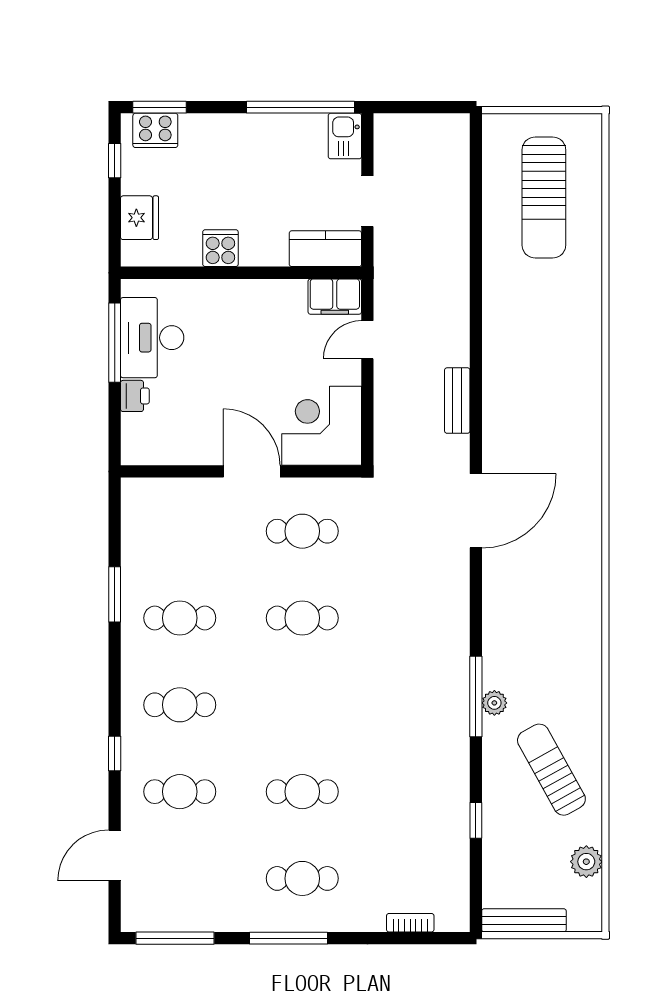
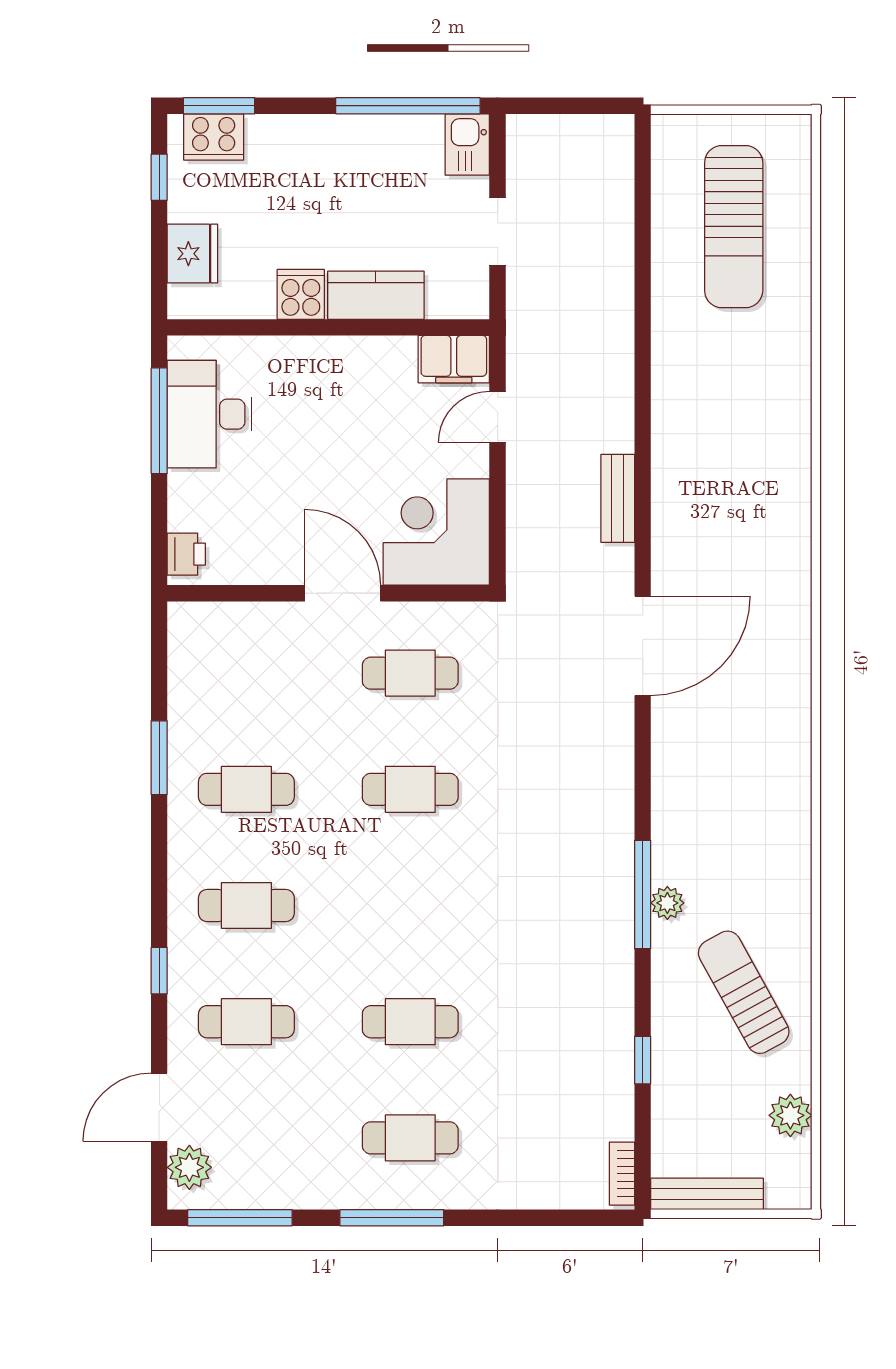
kitchen counter: (325, 249) -> (376, 295), moved
printer: (135, 396) -> (186, 554), moved
plant: (137, 900) -> (189, 1167), added
bookcase: (410, 923) -> (622, 1174), moved, turned -90

